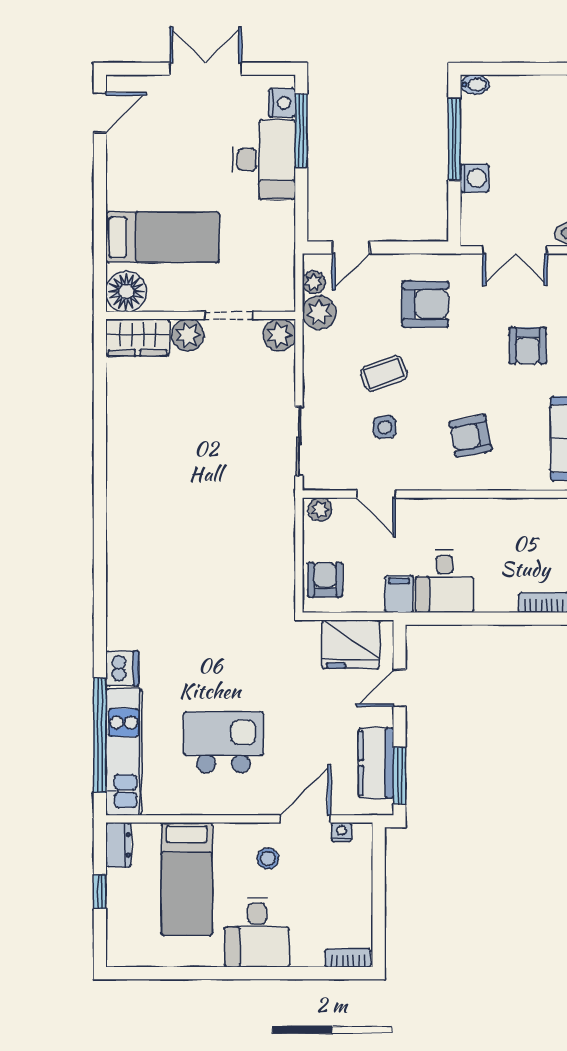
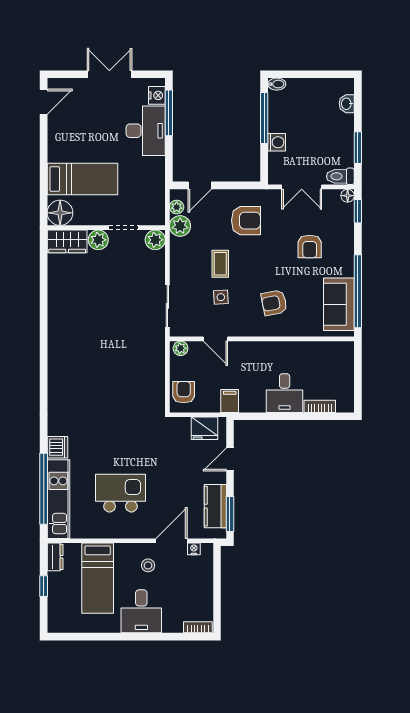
coffee table: (384, 373) -> (220, 264), turned -70
desk: (445, 581) -> (285, 393), moved
fridge: (351, 644) -> (204, 428), width x0.73, depth x0.75

